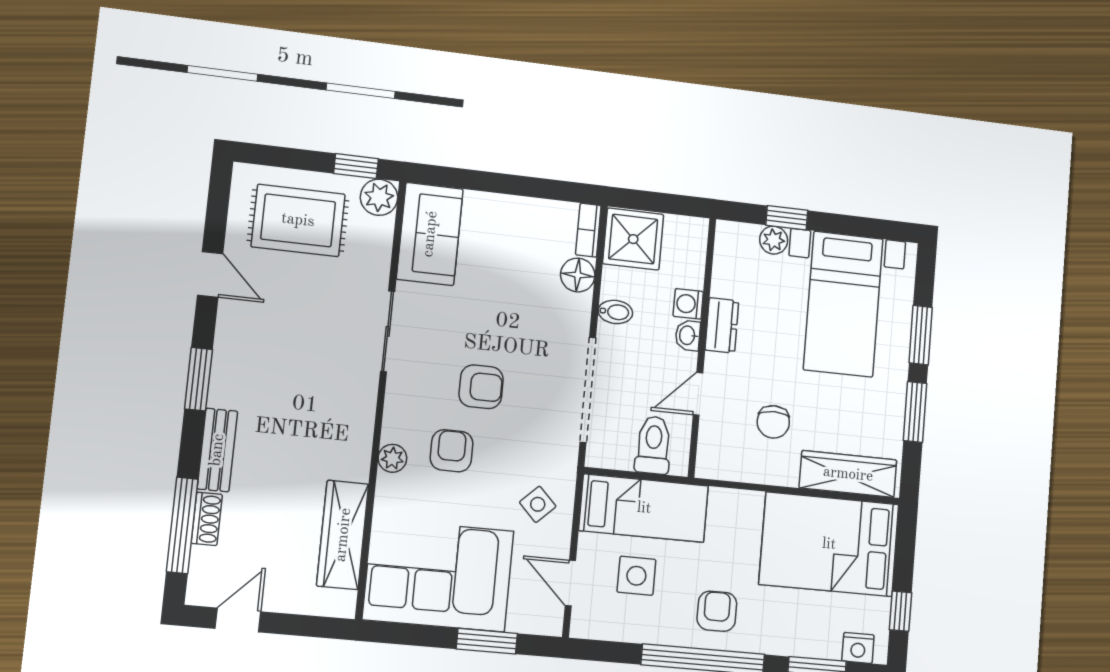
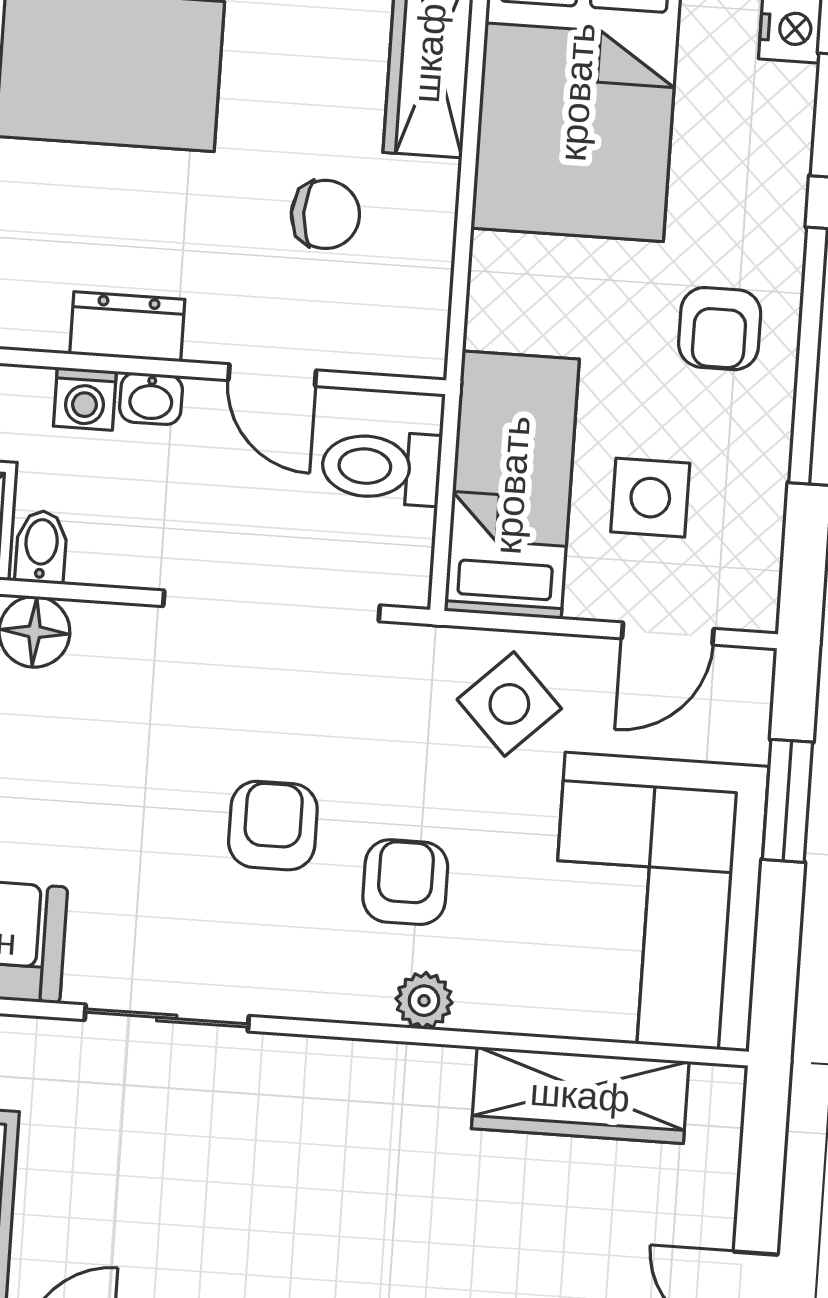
bidet: (615, 312) -> (41, 547), moved
armchair: (452, 451) -> (405, 882), turned 90
side table: (538, 504) -> (509, 704), width x1.37, depth x1.37
armchair: (717, 611) -> (720, 329), turned -90

